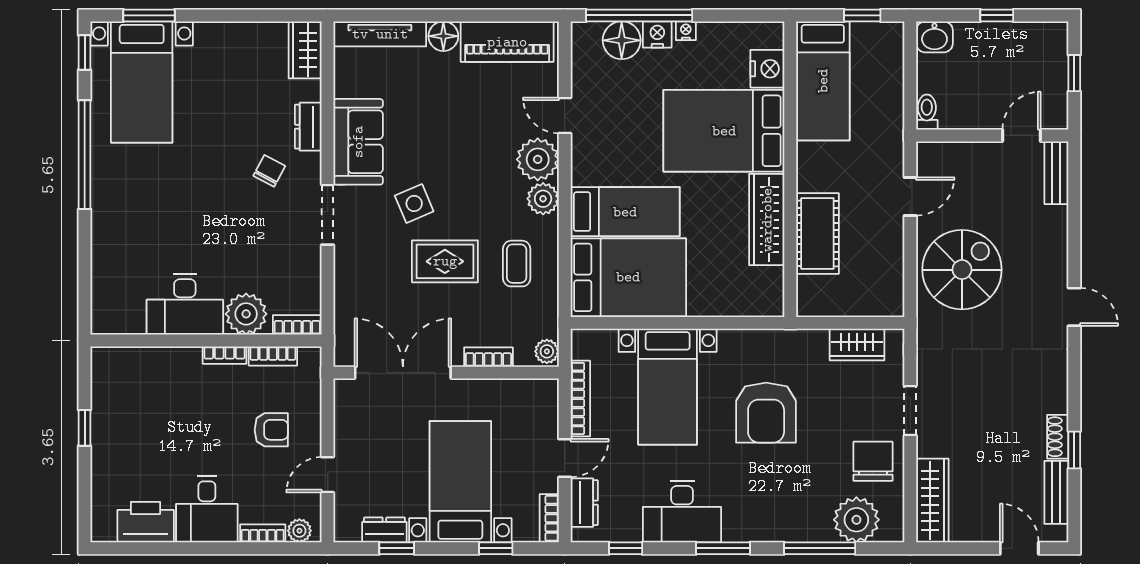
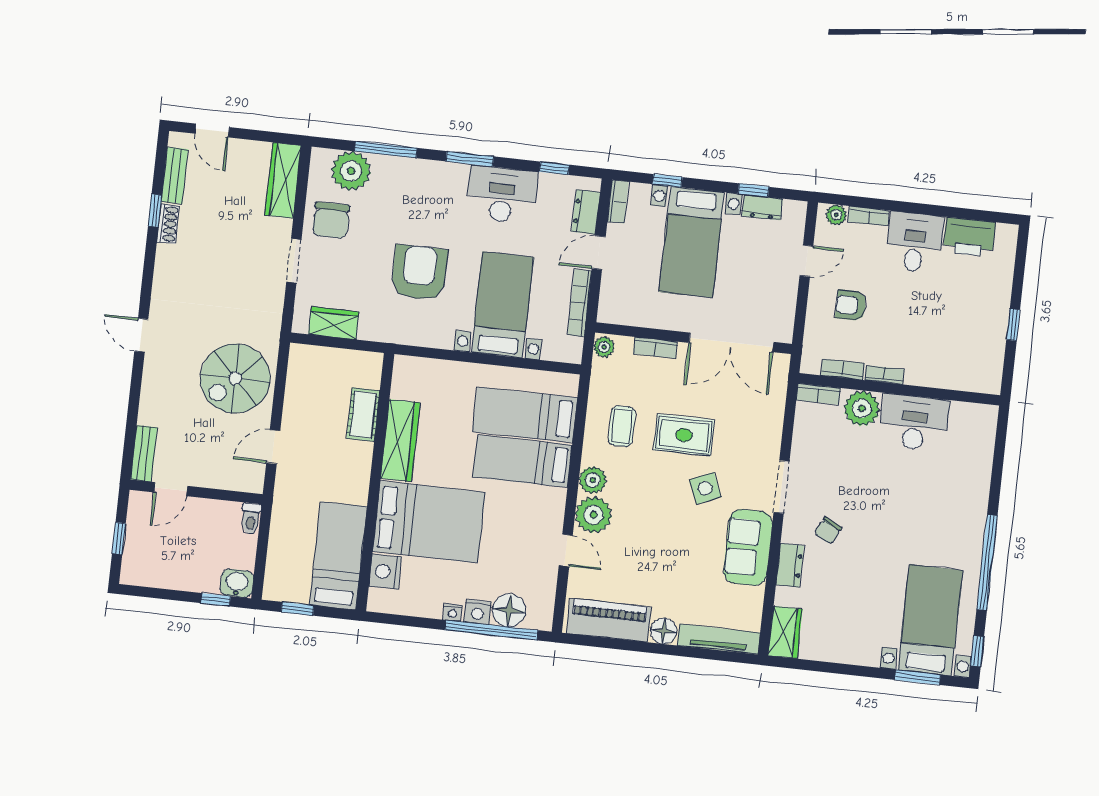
window: (997, 15) -> (216, 600), moved
cot: (817, 233) -> (363, 415), width x0.73, depth x0.75
bed: (628, 277) -> (525, 415), width x0.67

